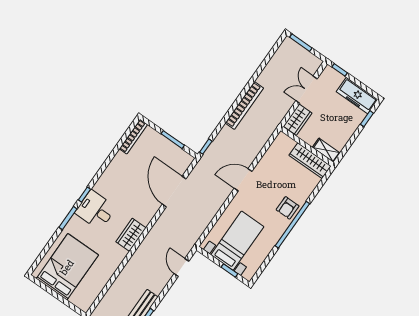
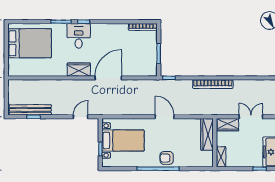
wardrobe: (310, 161) -> (207, 134), moved
door: (174, 192) -> (108, 78), moved

